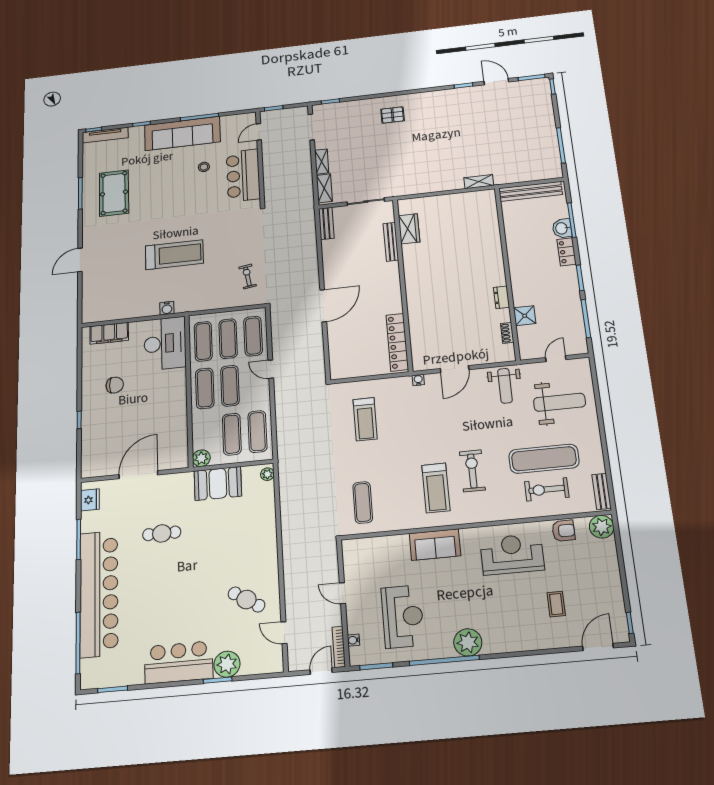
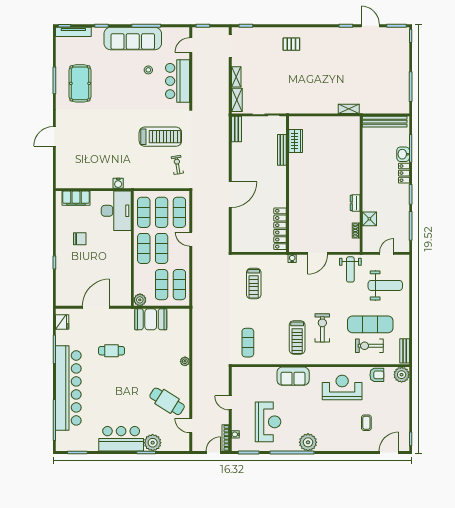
treadmill: (174, 255) -> (160, 137), moved
plant: (267, 474) -> (185, 361), moved
cafe table: (246, 600) -> (167, 401), width x1.37, depth x1.35

